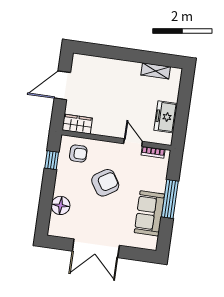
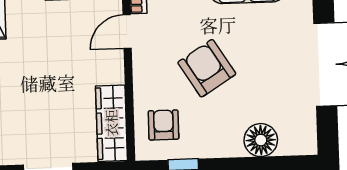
wardrobe: (77, 124) -> (111, 123), width x1.50

